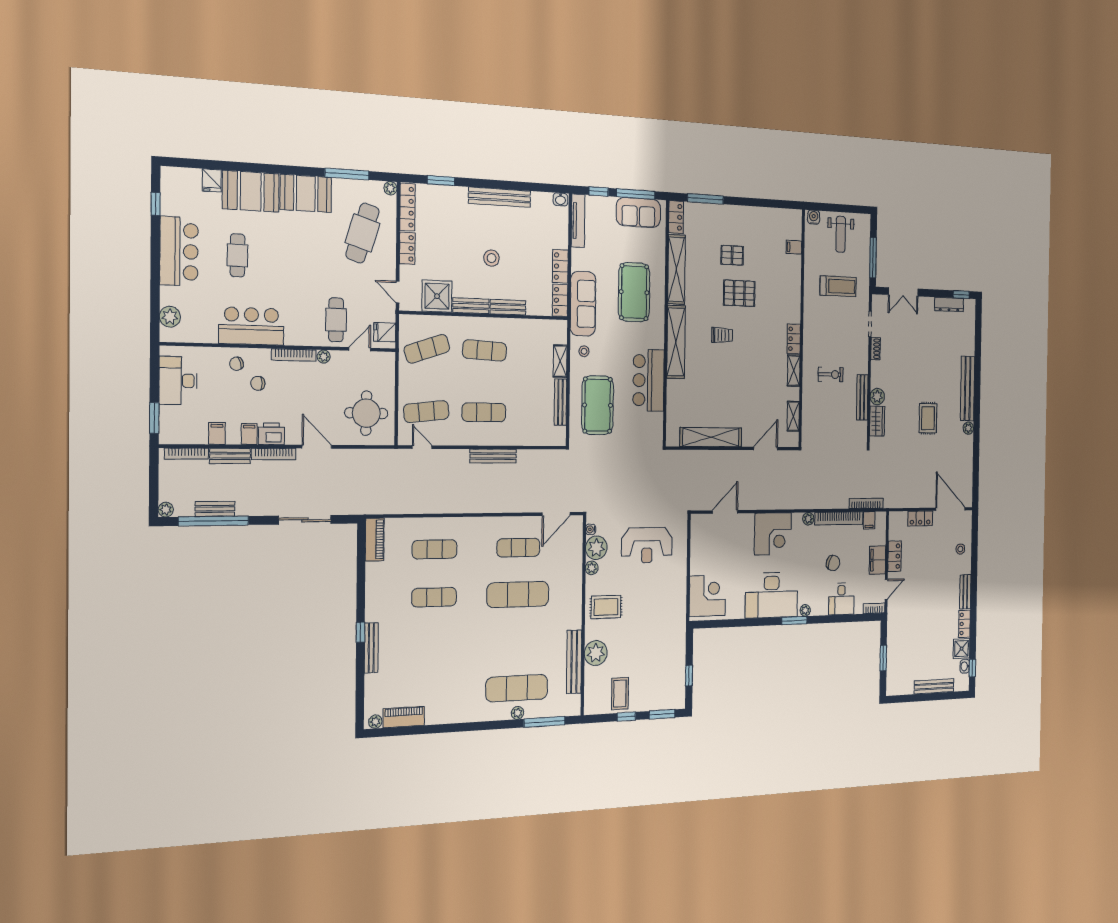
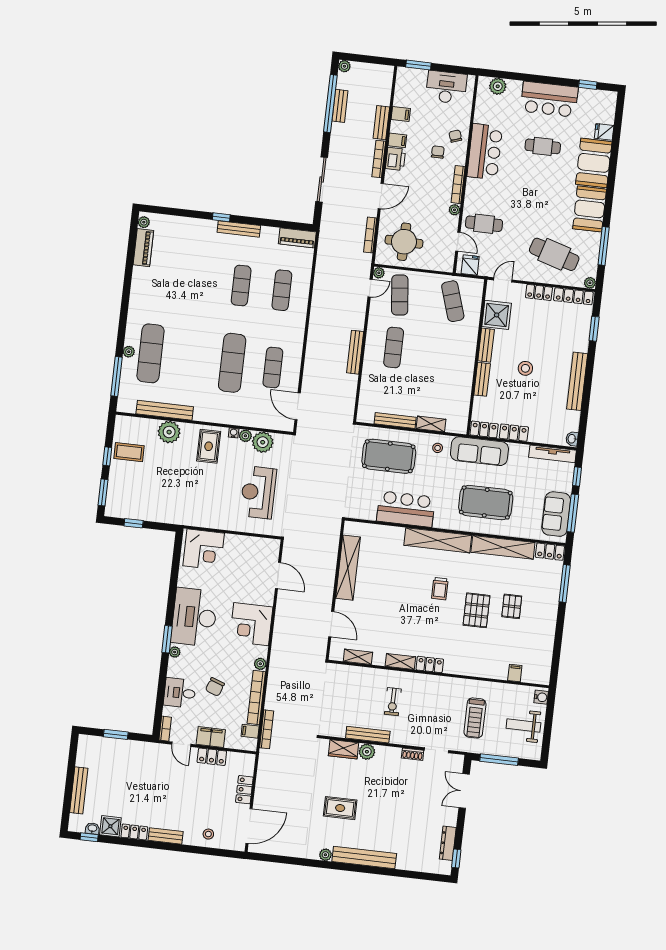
exercise mat: (485, 350) -> (447, 354), removed
plant: (404, 439) -> (379, 273), added
bookcase: (186, 454) -> (370, 235), moved
water cooler: (591, 529) -> (234, 433), moved
bench: (371, 648) -> (239, 229), moved

